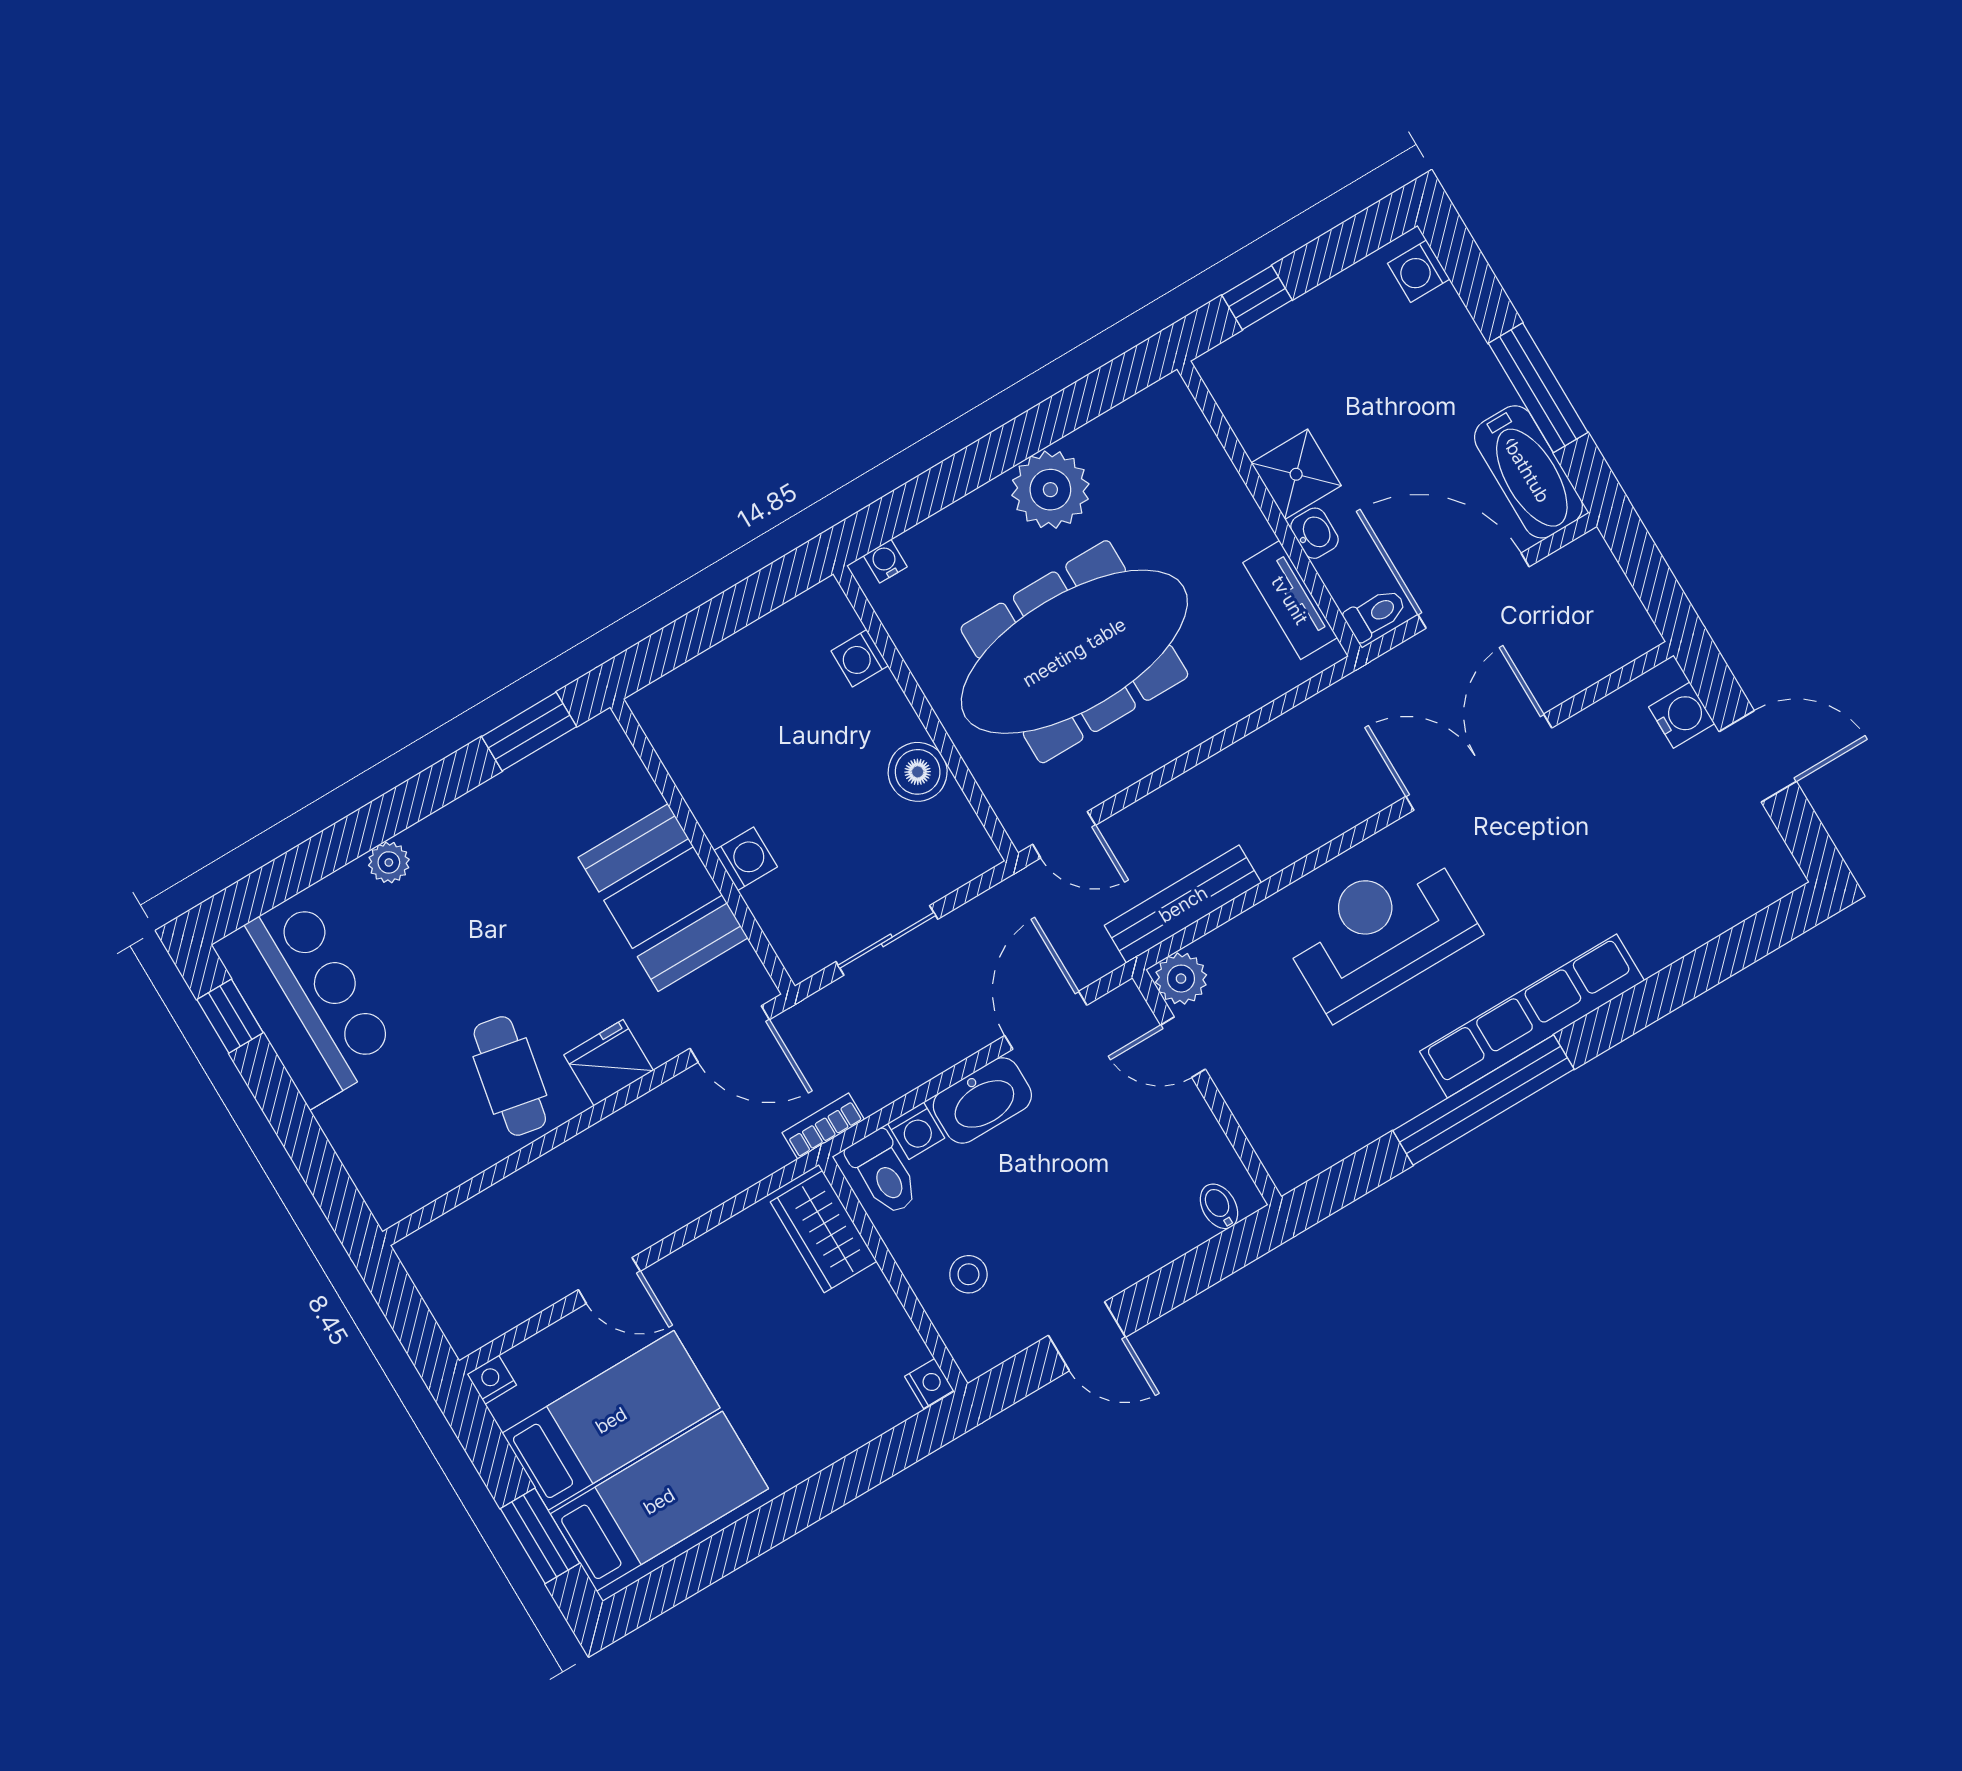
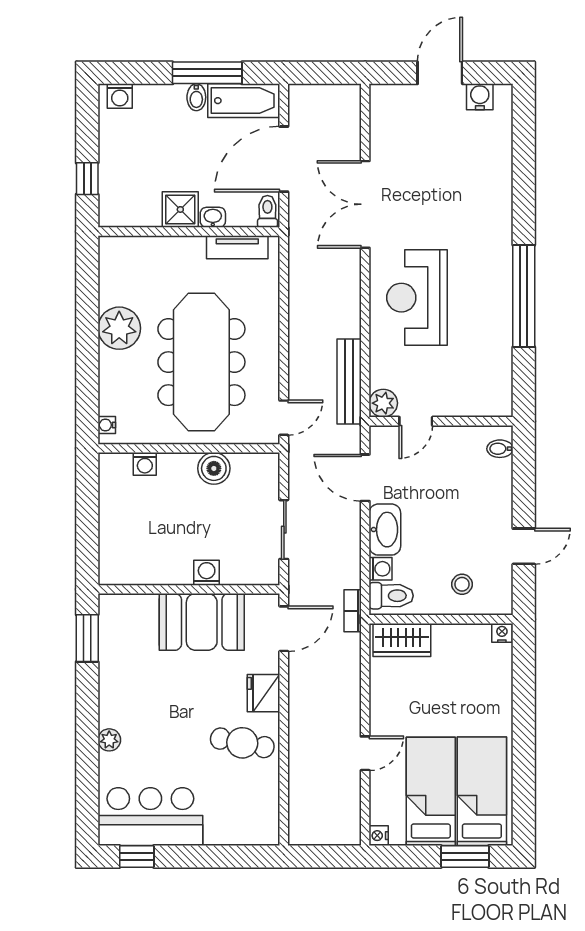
bidet: (1489, 394) -> (196, 97), added
water cooler: (1682, 715) -> (480, 97), moved
row of seats: (1532, 1016) -> (498, 250), removed

